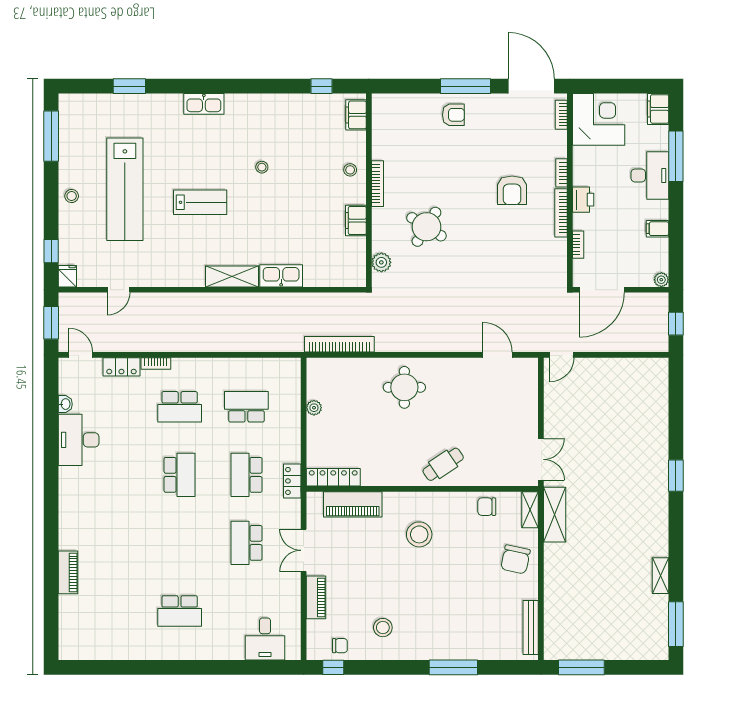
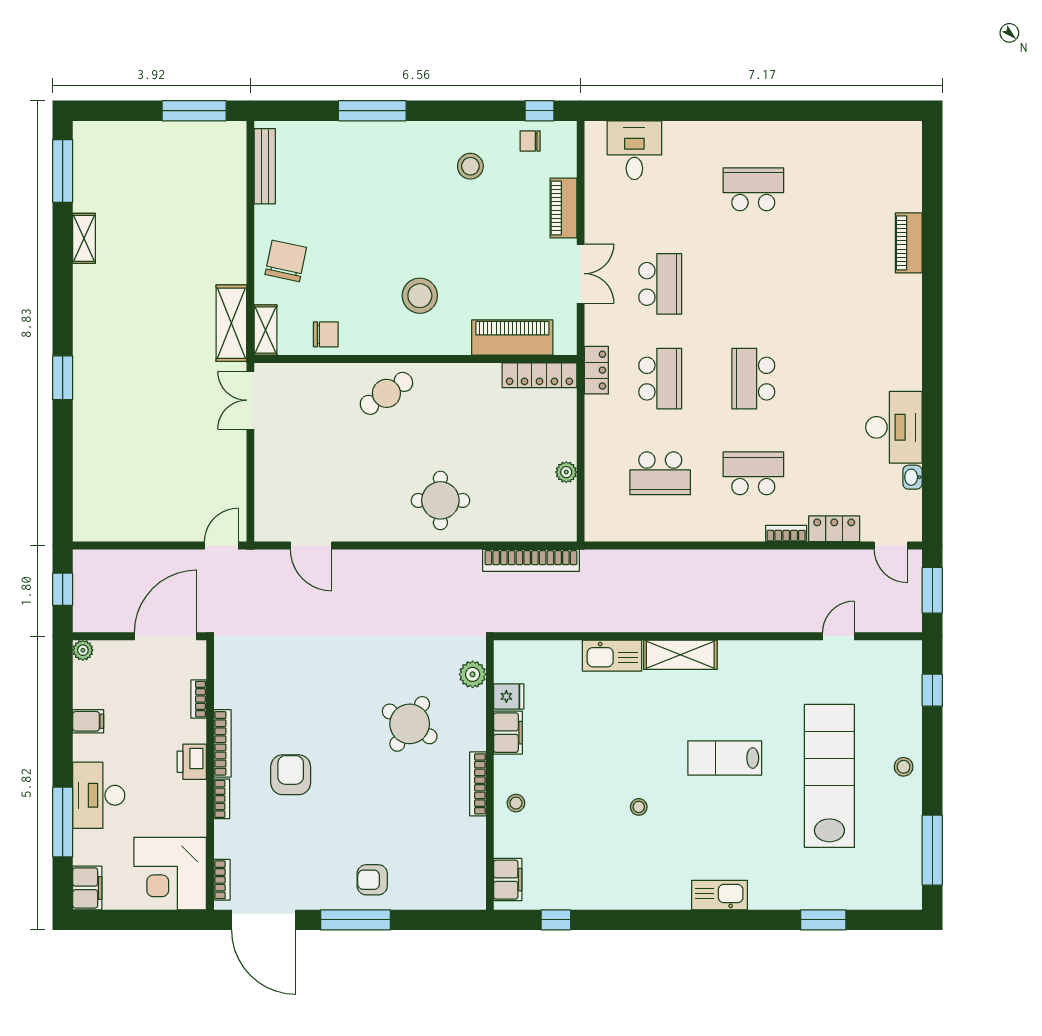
fridge: (67, 276) -> (509, 696), moved, turned -90

